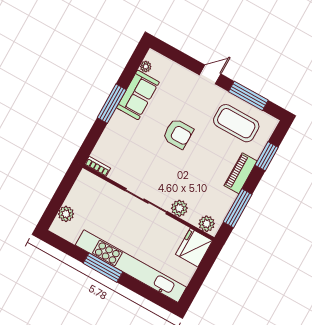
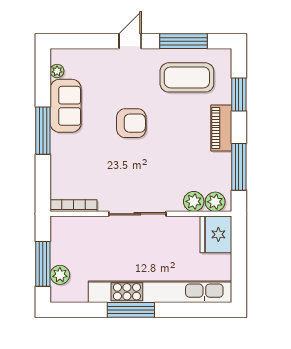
bookcase: (98, 166) -> (74, 206), width x1.56
window: (58, 199) -> (43, 264), added
plant: (179, 208) -> (194, 201), moved

